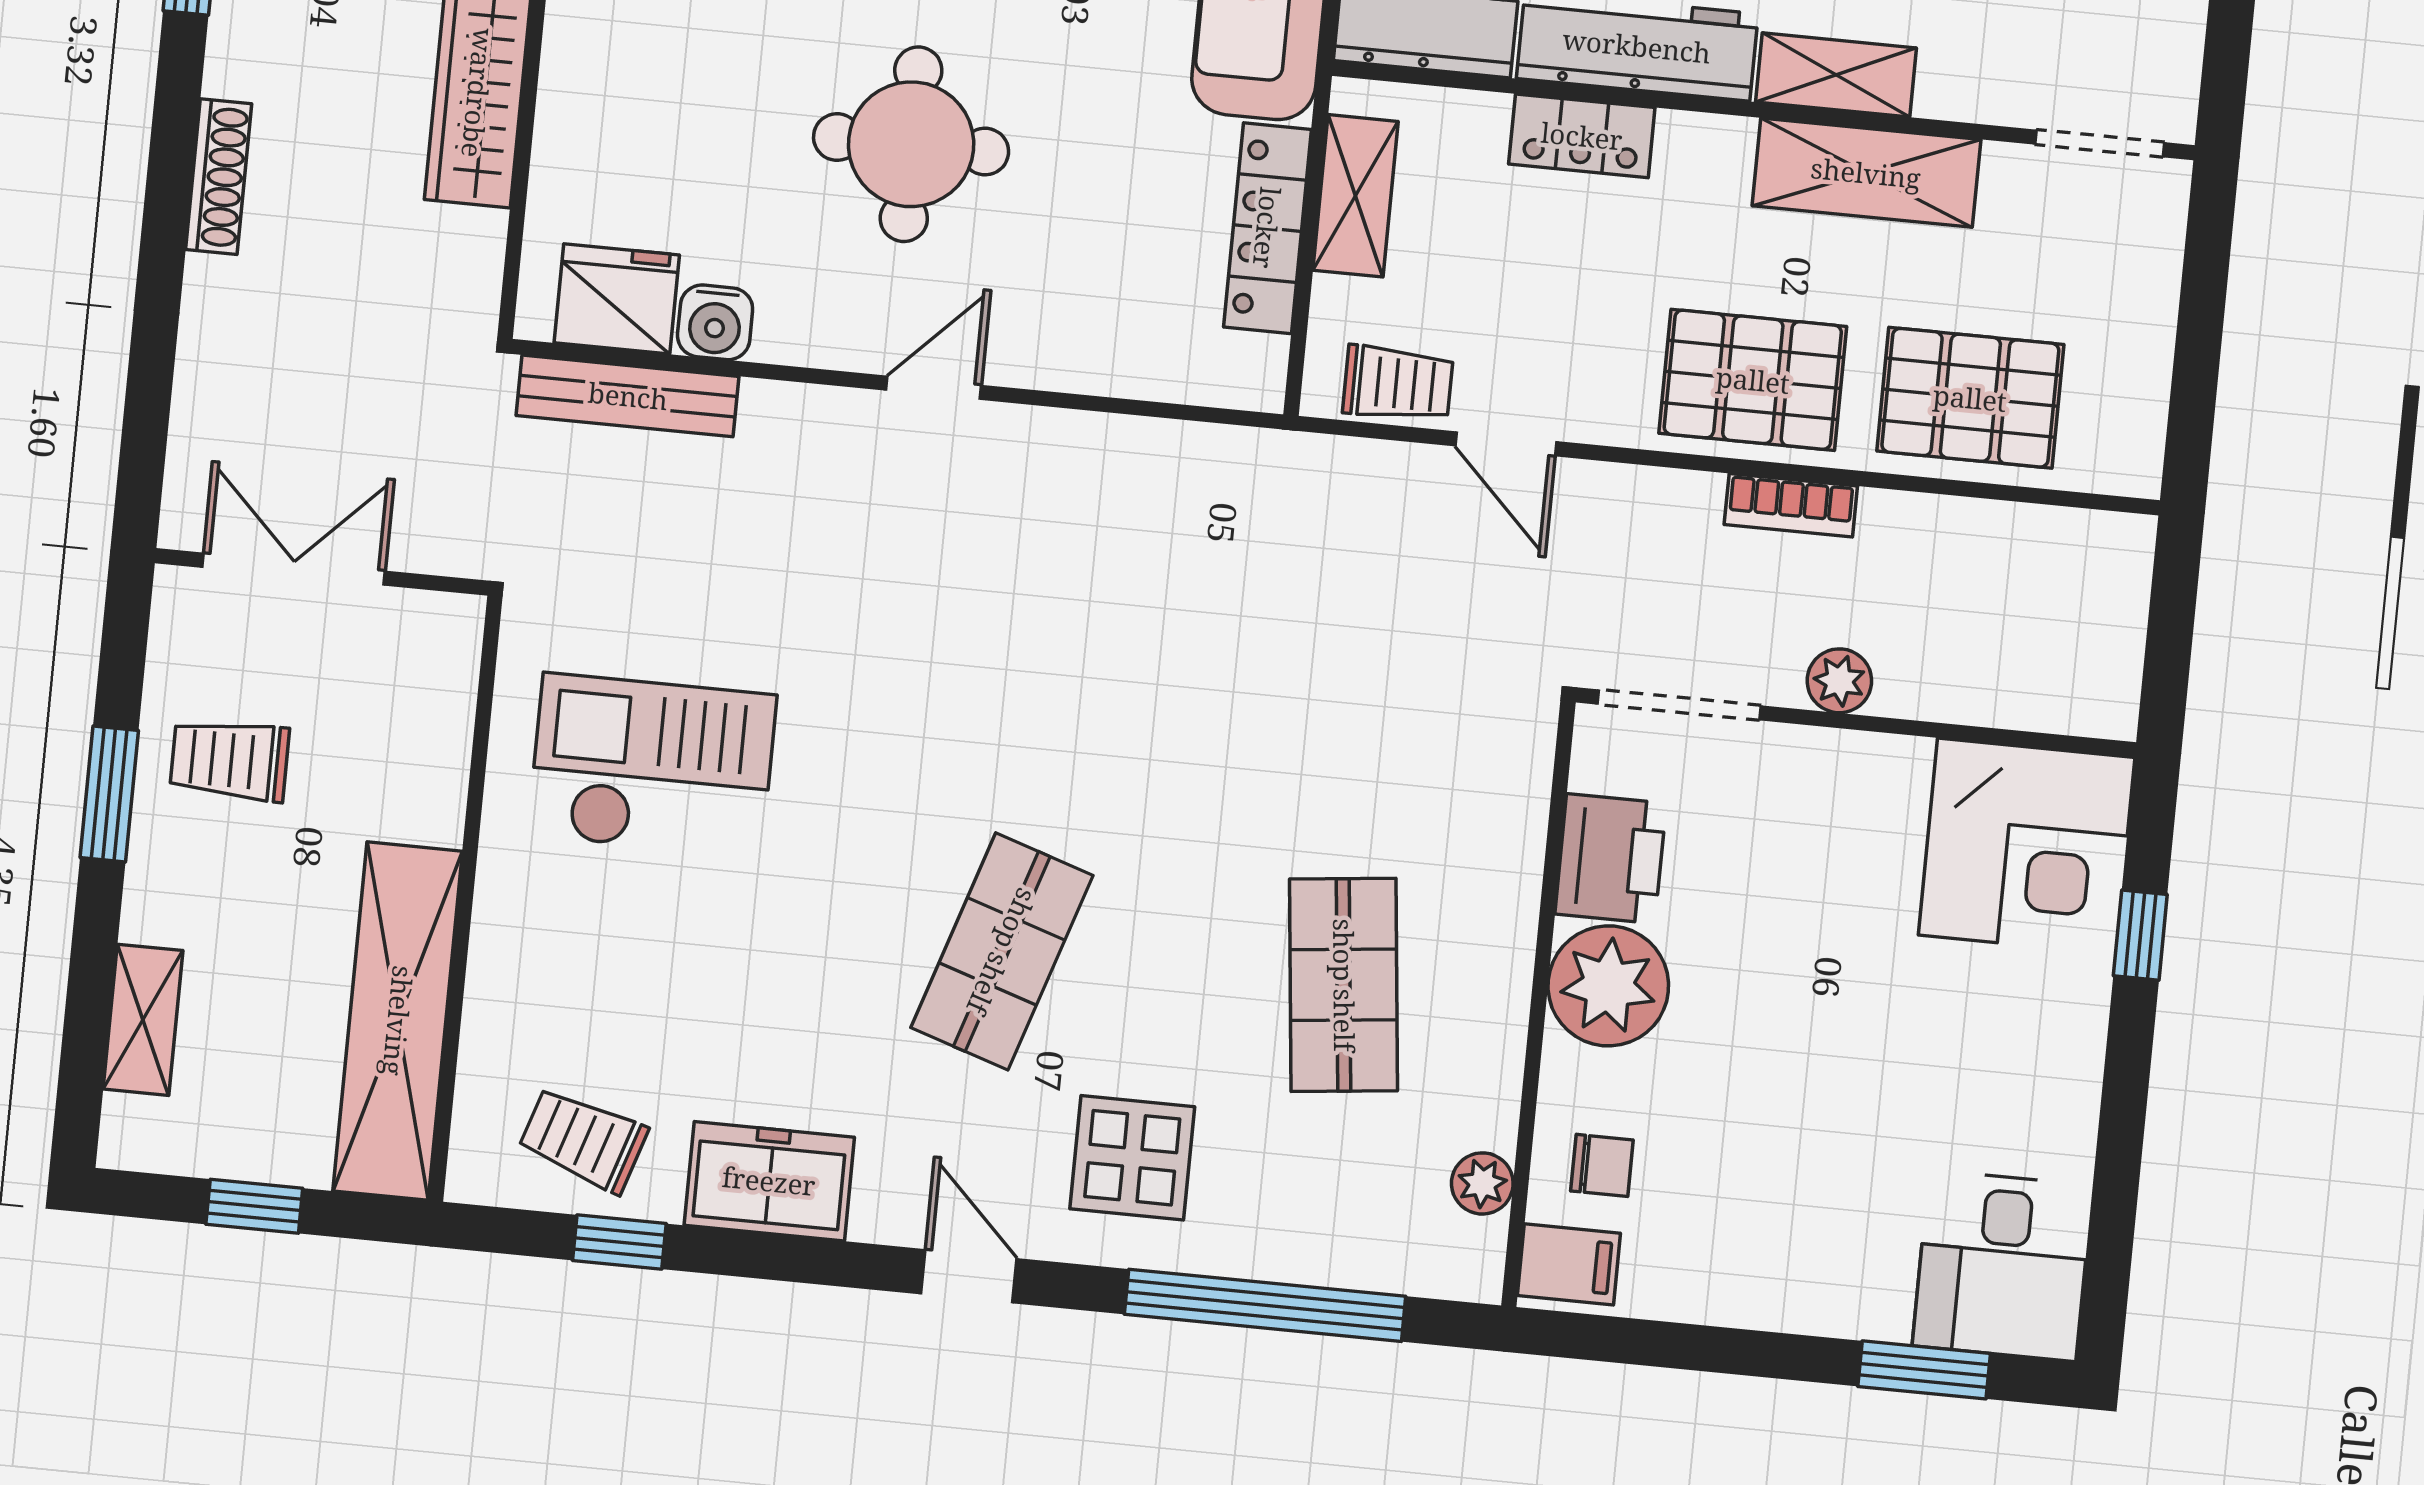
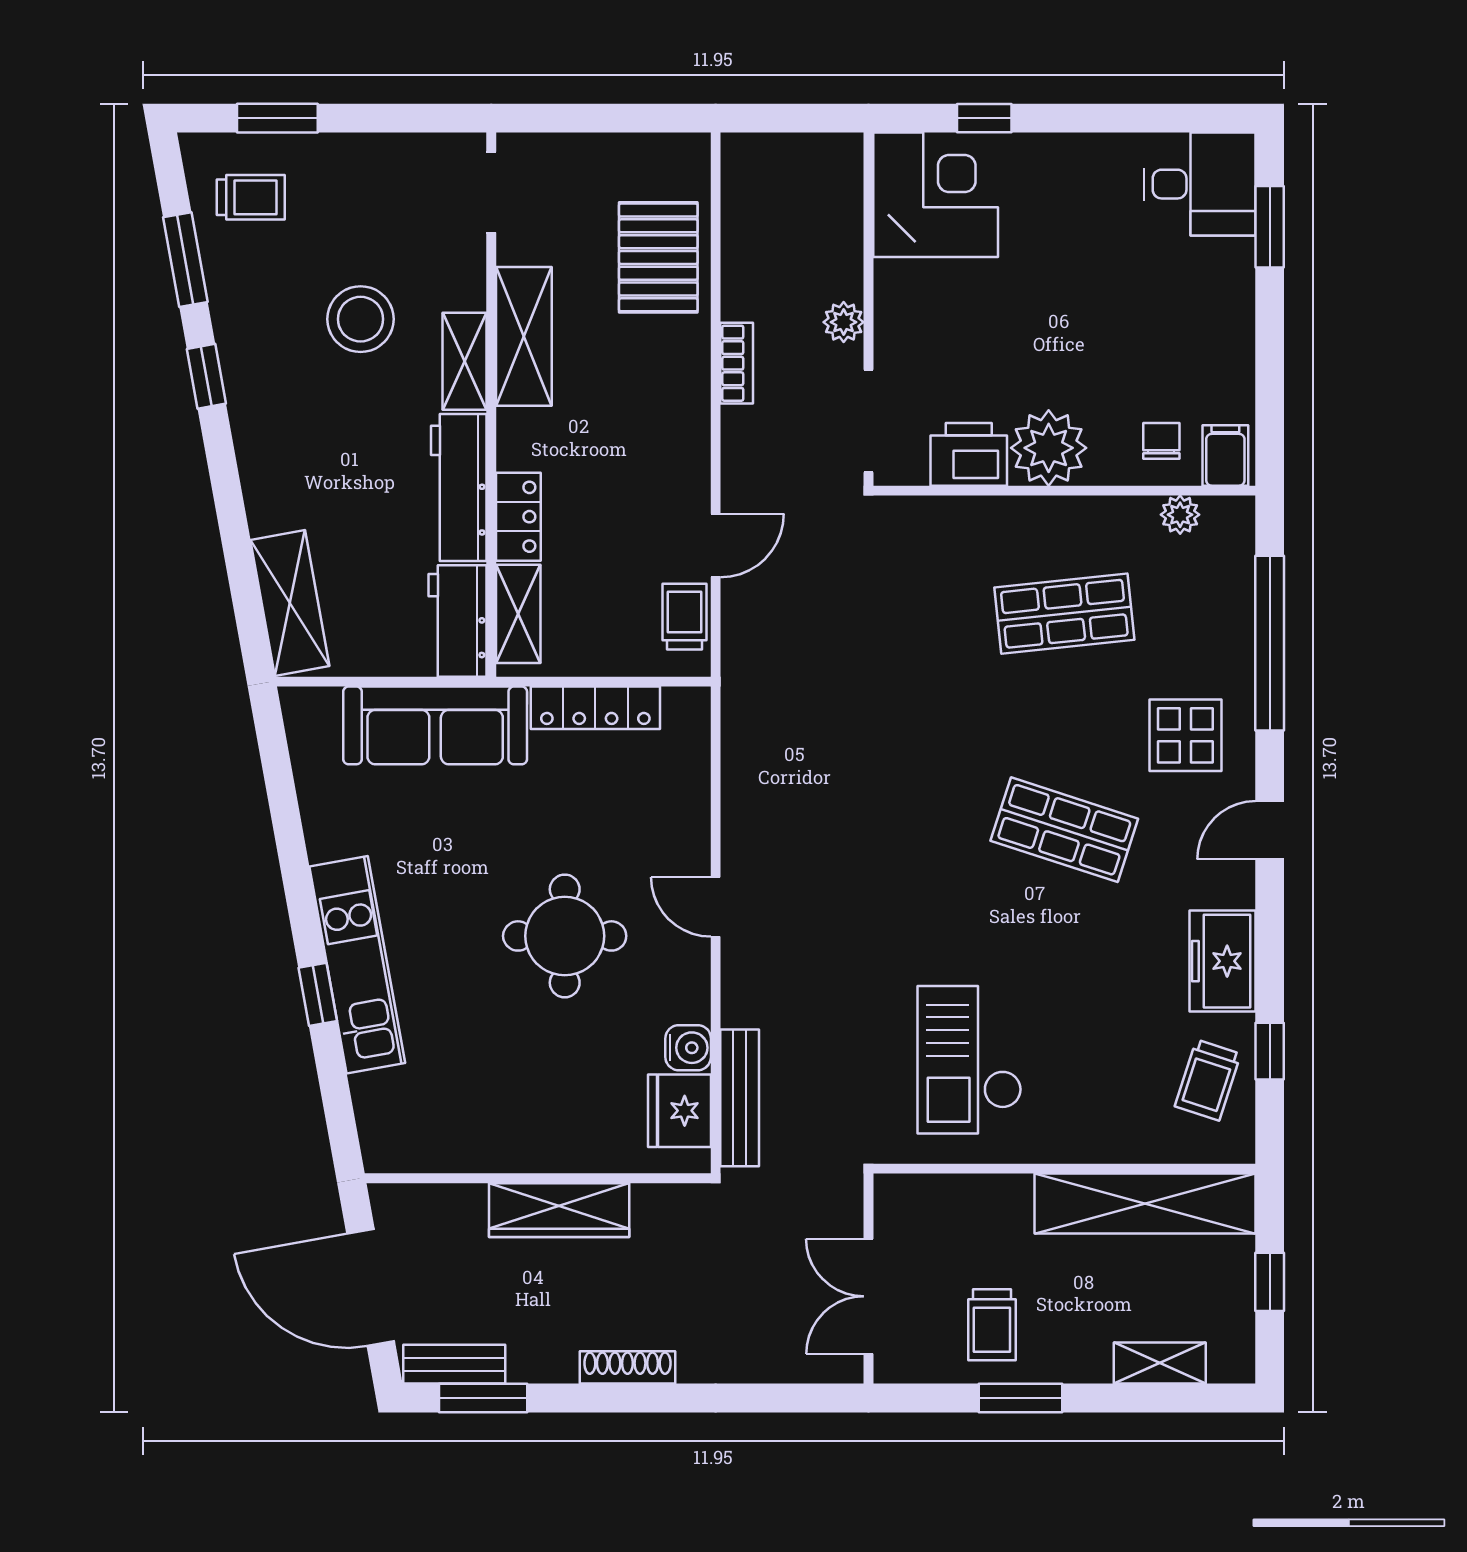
shelving: (1355, 196) -> (518, 614), moved, turned 90
pallet: (1753, 380) -> (660, 395), removed

